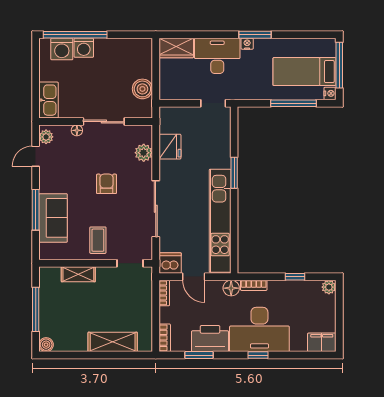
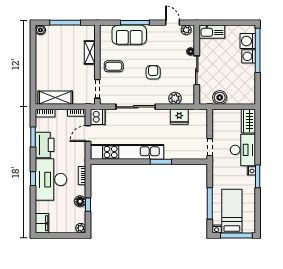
armchair: (106, 184) -> (153, 72), turned -90
floor lamp: (231, 288) -> (80, 201), moved
shelving: (113, 342) -> (55, 98), moved, turned 90

